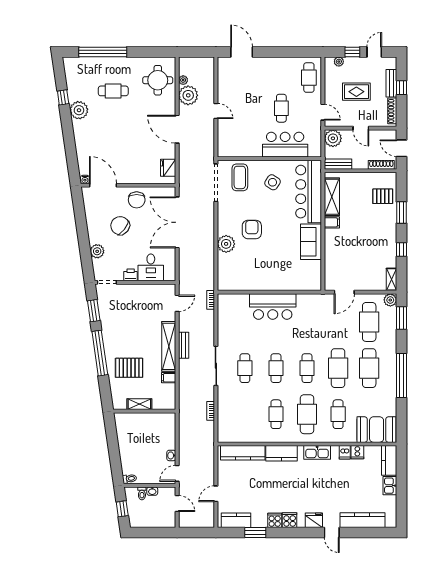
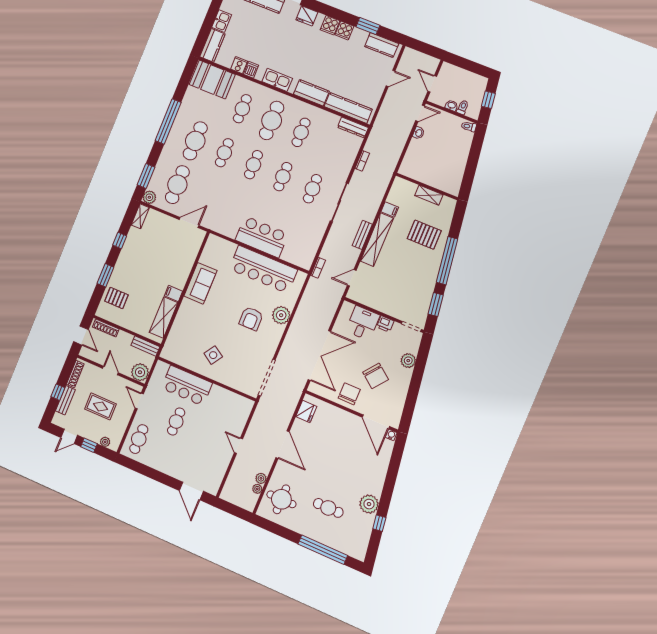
plant: (188, 95) -> (261, 478), width x0.53, depth x0.53
coffee table: (240, 177) -> (242, 373), removed
bar counter: (309, 192) -> (263, 269), moved, turned 90
cafe table: (338, 368) -> (224, 153), width x0.73, depth x0.74
dresser: (231, 437) -> (353, 127), added

